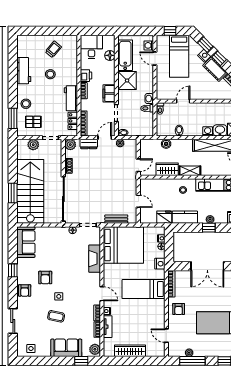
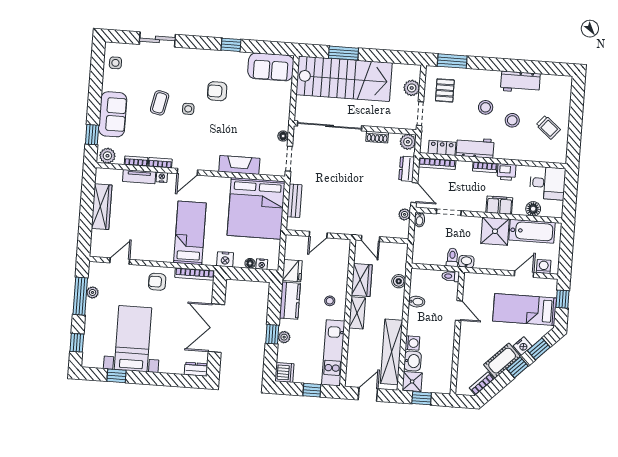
filing cabinet: (109, 93) -> (499, 205), moved
stool: (26, 104) -> (486, 107), moved
armchair: (25, 290) -> (201, 60), removed

